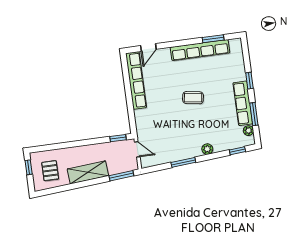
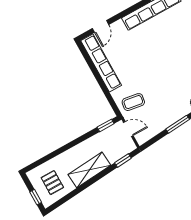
coffee table: (193, 98) -> (133, 102), moved
window: (29, 167) -> (36, 197), moved
window: (121, 176) -> (123, 161), width x0.67

